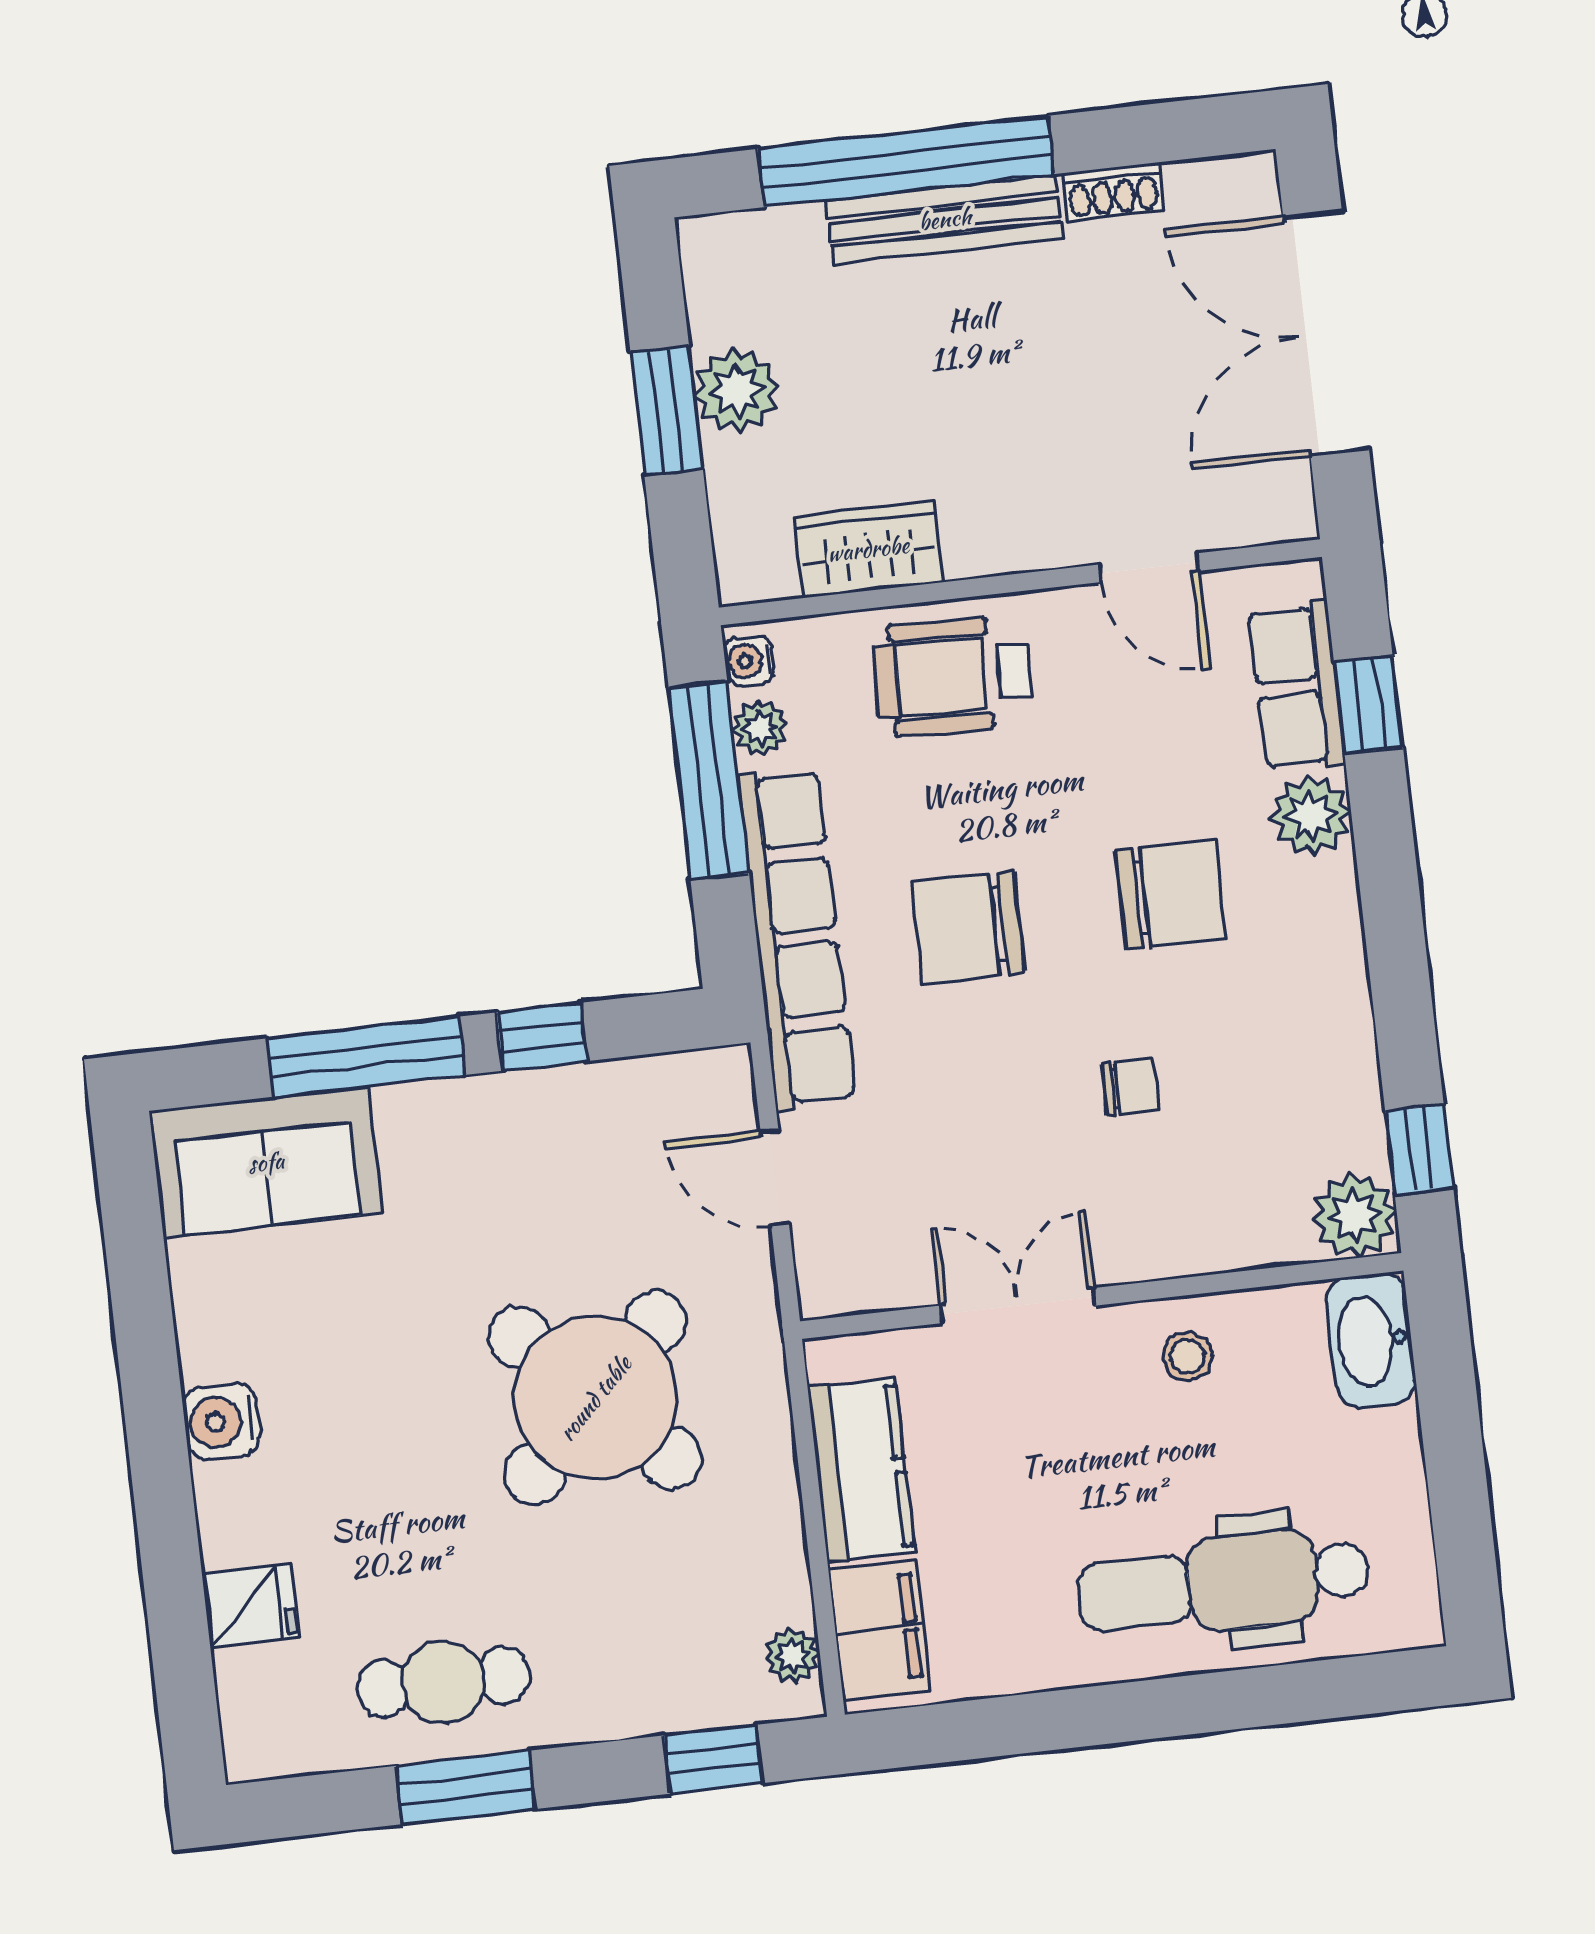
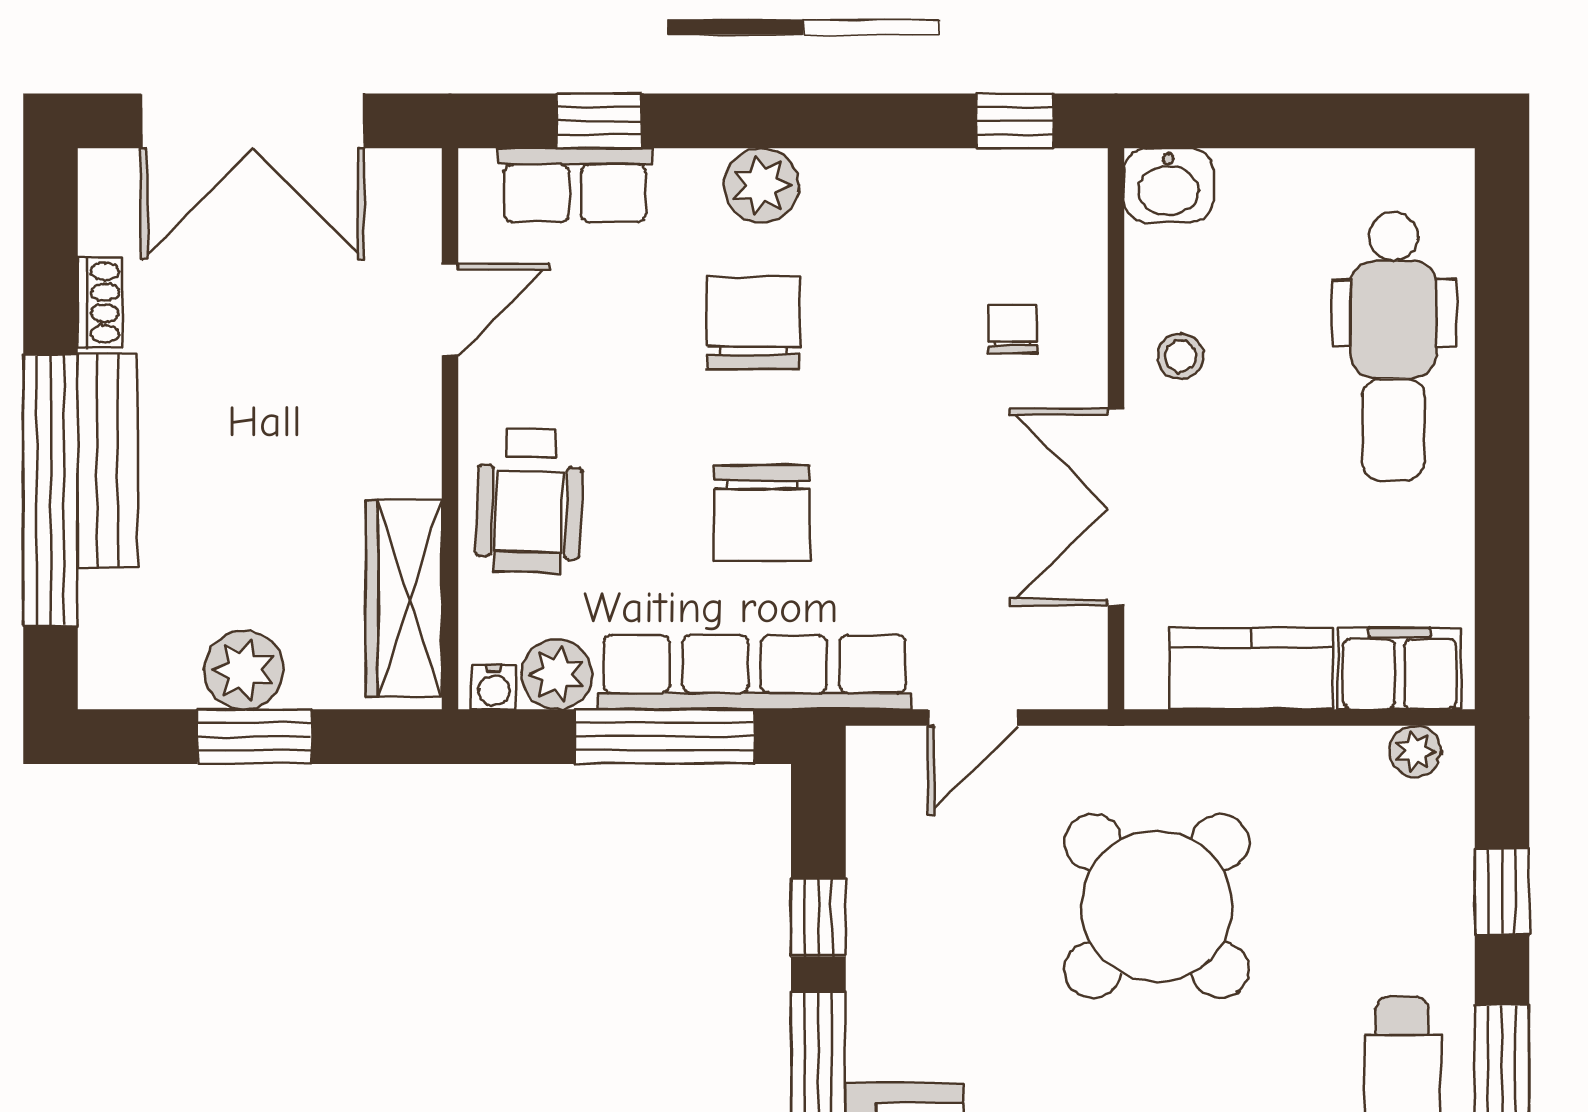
wardrobe: (868, 549) -> (404, 598), width x1.50
plant: (760, 728) -> (557, 674), width x1.38, depth x1.38
window: (709, 780) -> (665, 737), moved
plant: (1311, 815) -> (761, 185), moved
chair: (1130, 1087) -> (1013, 329), moved
plant: (1355, 1216) -> (1069, 187), removed
double door: (1018, 1306) -> (1116, 507), width x1.37
washbasin: (1371, 1340) -> (1168, 185), width x0.72
window: (713, 1759) -> (1502, 891), moved

